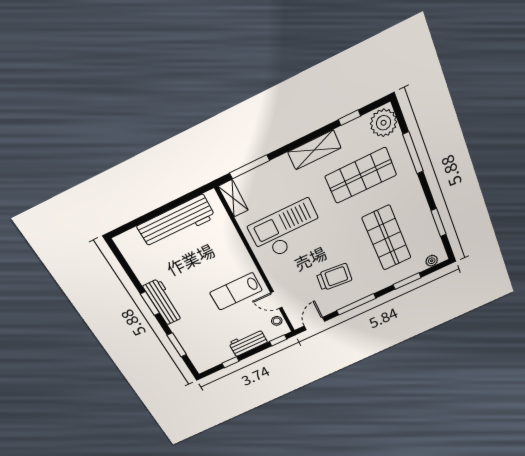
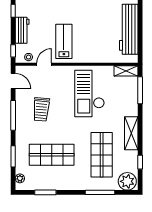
checkout: (286, 230) -> (90, 93), turned 180

